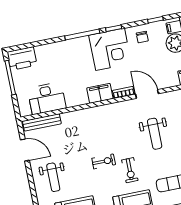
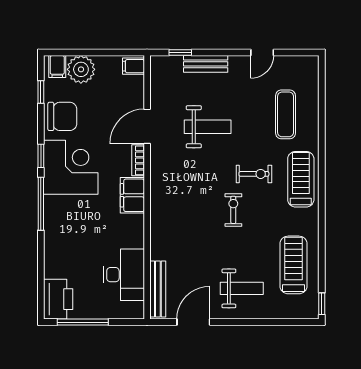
chair: (142, 37) -> (62, 116), width x1.87, depth x1.87

